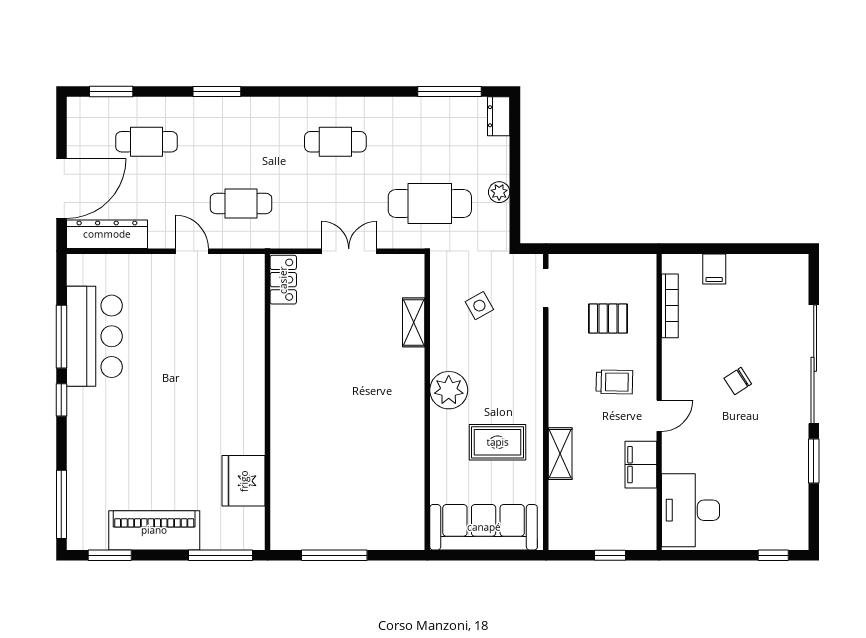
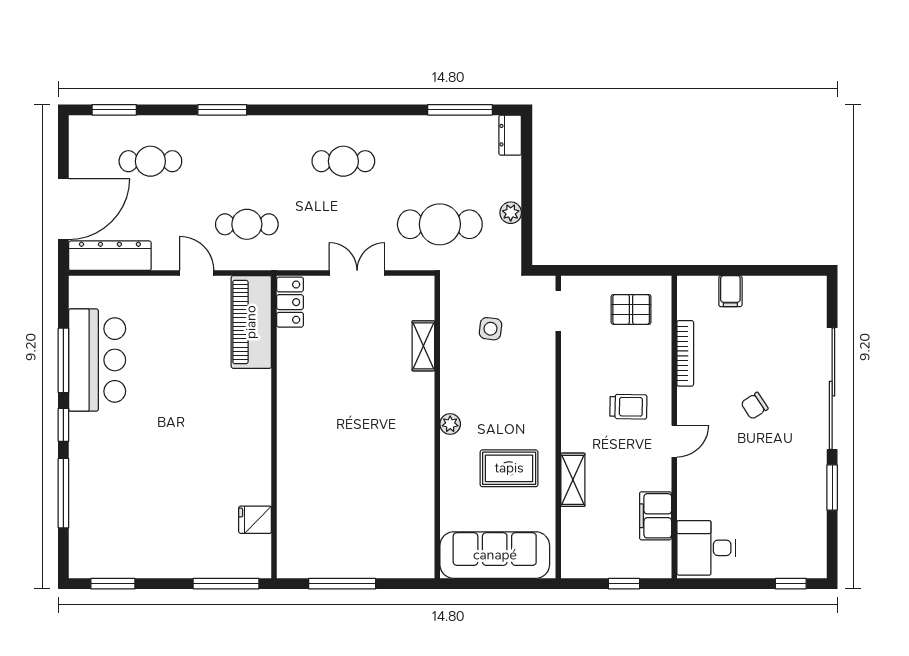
side table: (479, 306) -> (491, 329), turned 36
bookcase: (670, 306) -> (685, 353), moved
pallet: (608, 319) -> (631, 309), moved
plant: (449, 390) -> (450, 424), width x0.53, depth x0.53
filing cabinet: (641, 465) -> (656, 516), moved
fridge: (244, 481) -> (255, 520), width x0.53, depth x0.75
window: (61, 504) -> (63, 493), moved
desk: (691, 510) -> (706, 548), width x0.73
piano: (154, 530) -> (251, 322), moved, turned -90

